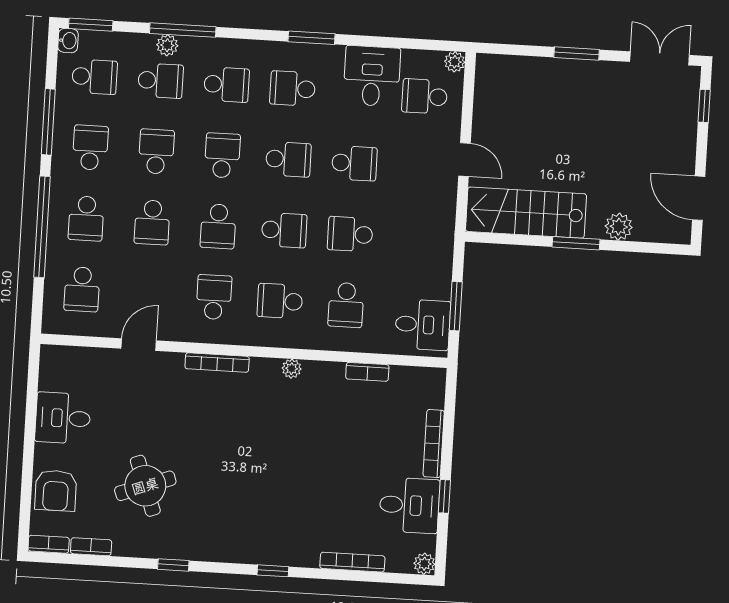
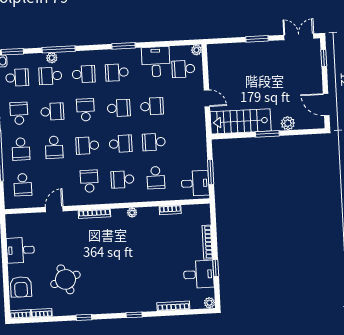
school desk: (161, 81) -> (50, 76), turned 180
school desk: (156, 152) -> (52, 112), turned 90
school desk: (218, 226) -> (87, 145), turned 90

